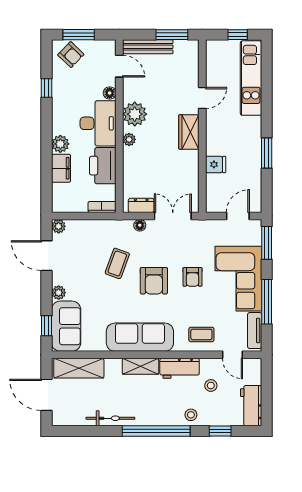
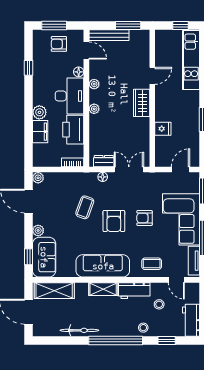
armchair: (71, 55) -> (59, 44), moved, turned 136
plant: (135, 114) -> (94, 84), width x0.53, depth x0.53
armchair: (192, 277) -> (145, 218), turned 90

